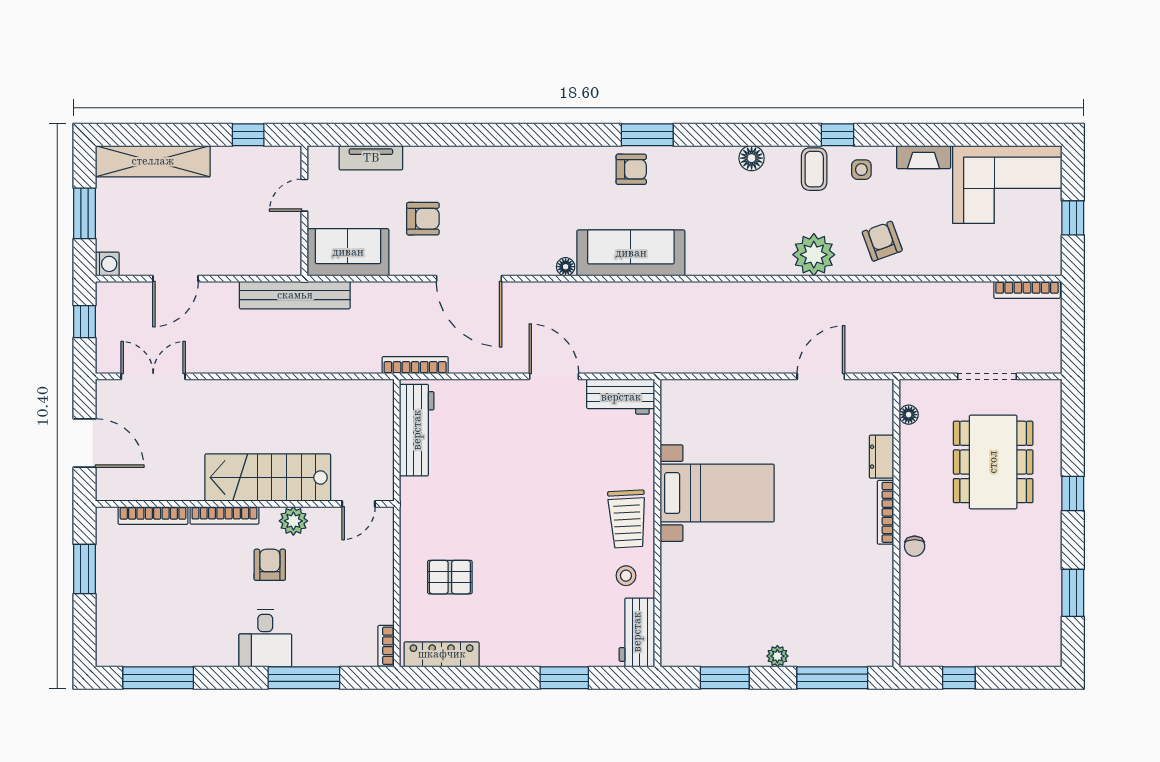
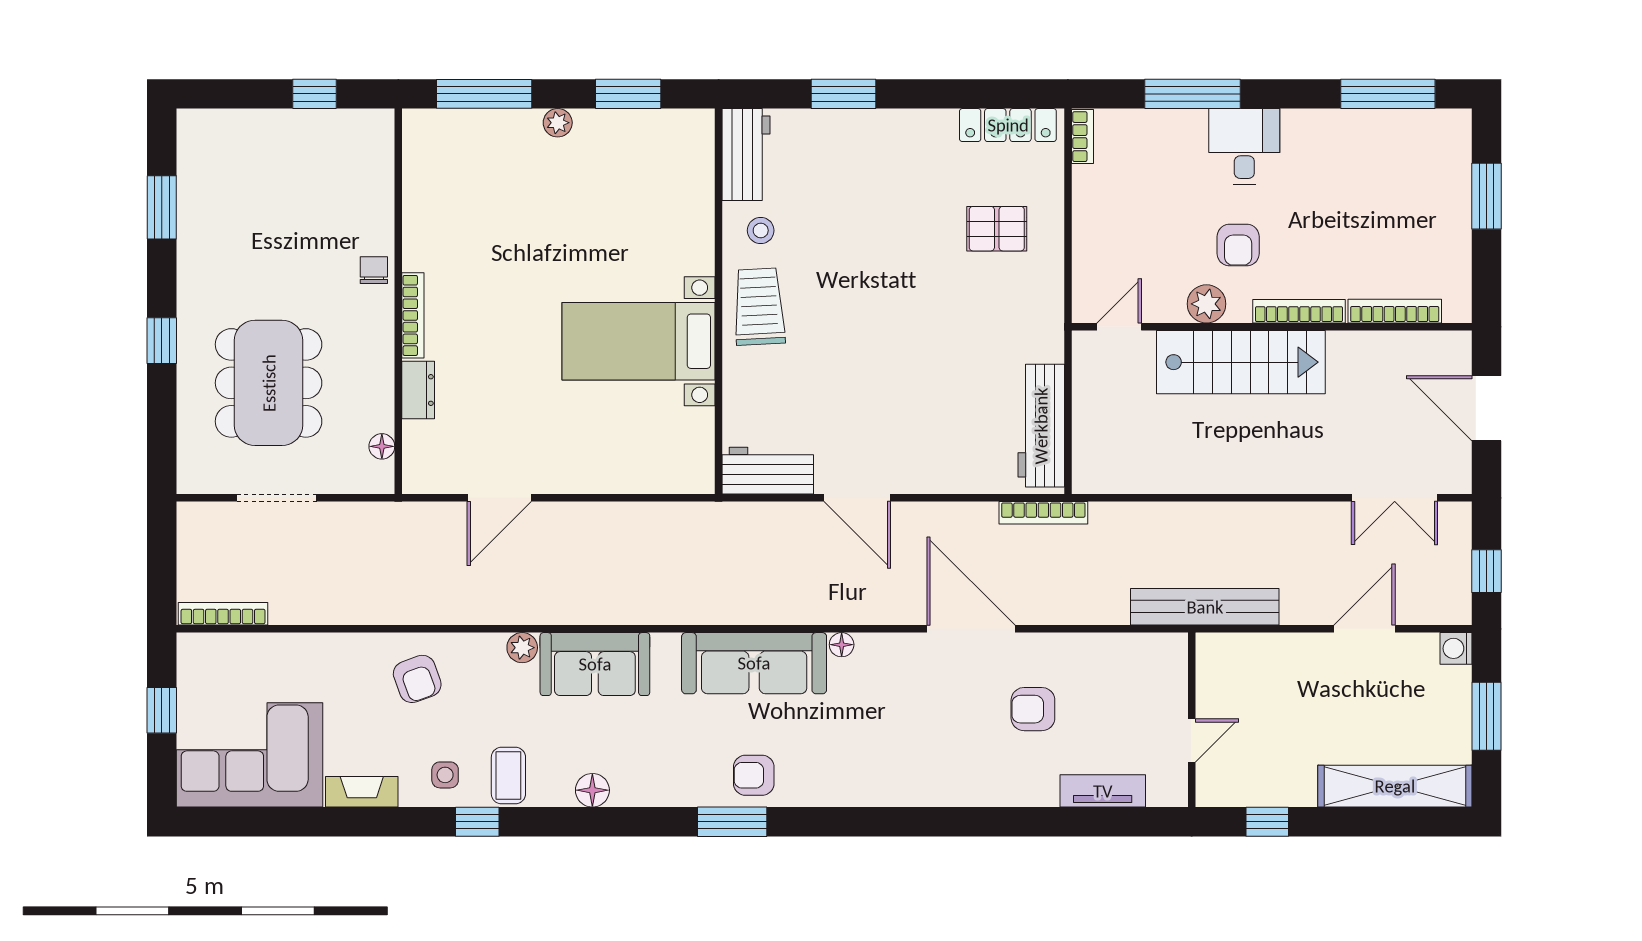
sofa: (348, 252) -> (595, 664), moved
plant: (814, 255) -> (522, 648), width x0.53, depth x0.53
window: (85, 569) -> (1486, 196), moved

